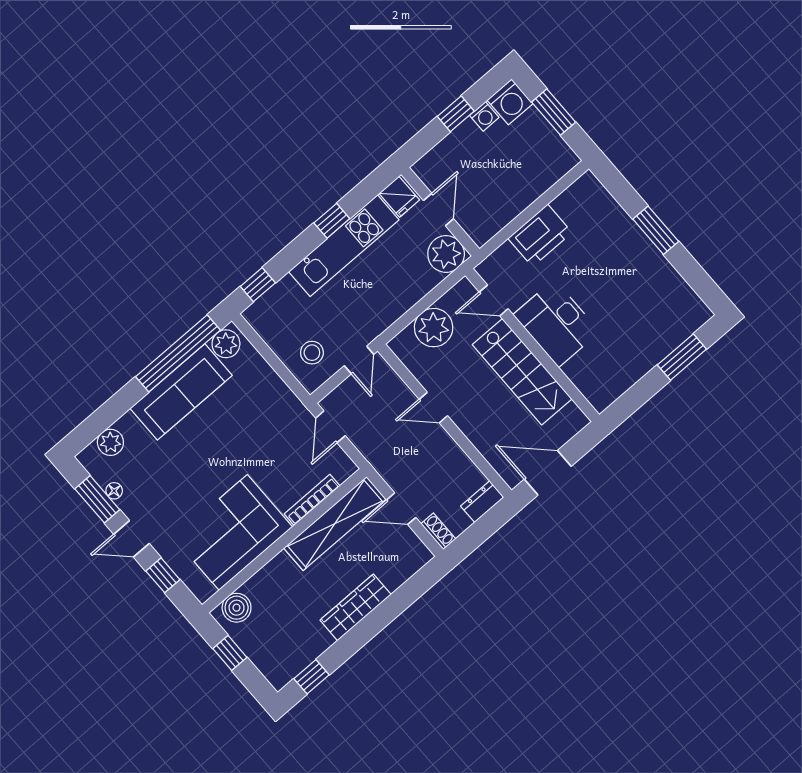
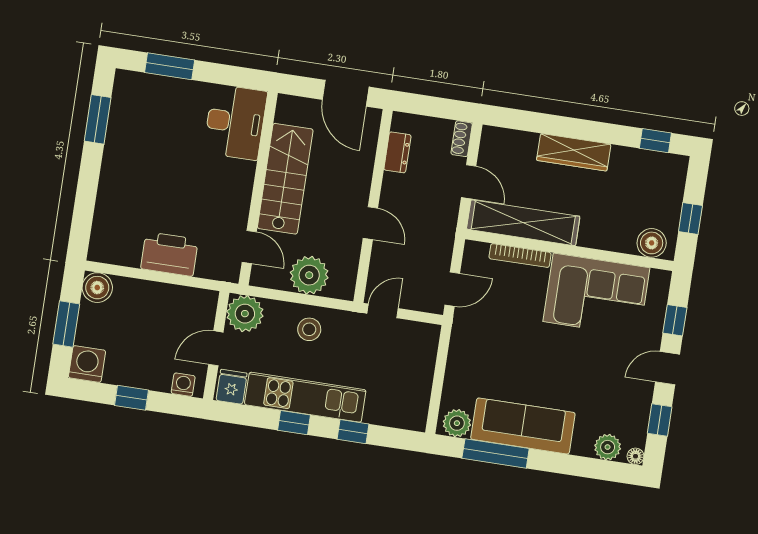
washing machine: (484, 116) -> (183, 385), moved
boiler: (561, 159) -> (97, 288), added
window: (656, 230) -> (98, 119), moved
window: (258, 285) -> (353, 432), moved
desk: (556, 323) -> (235, 122), moved
window: (178, 353) -> (496, 453), width x0.68
stool: (312, 353) -> (309, 329), moved
floor lamp: (114, 491) -> (635, 456), moved
window: (97, 499) -> (660, 420), width x0.67
dresser: (482, 502) -> (397, 152), moved, turned -90
door: (131, 539) -> (668, 368), swing flipped

